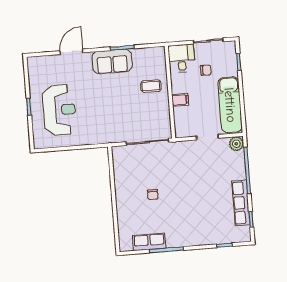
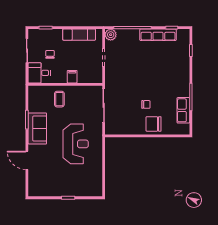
exam couch: (230, 105) -> (79, 35), width x0.73, depth x0.69
reception desk: (59, 110) -> (76, 144), moved, turned 90
chair: (129, 206) -> (154, 124), added

